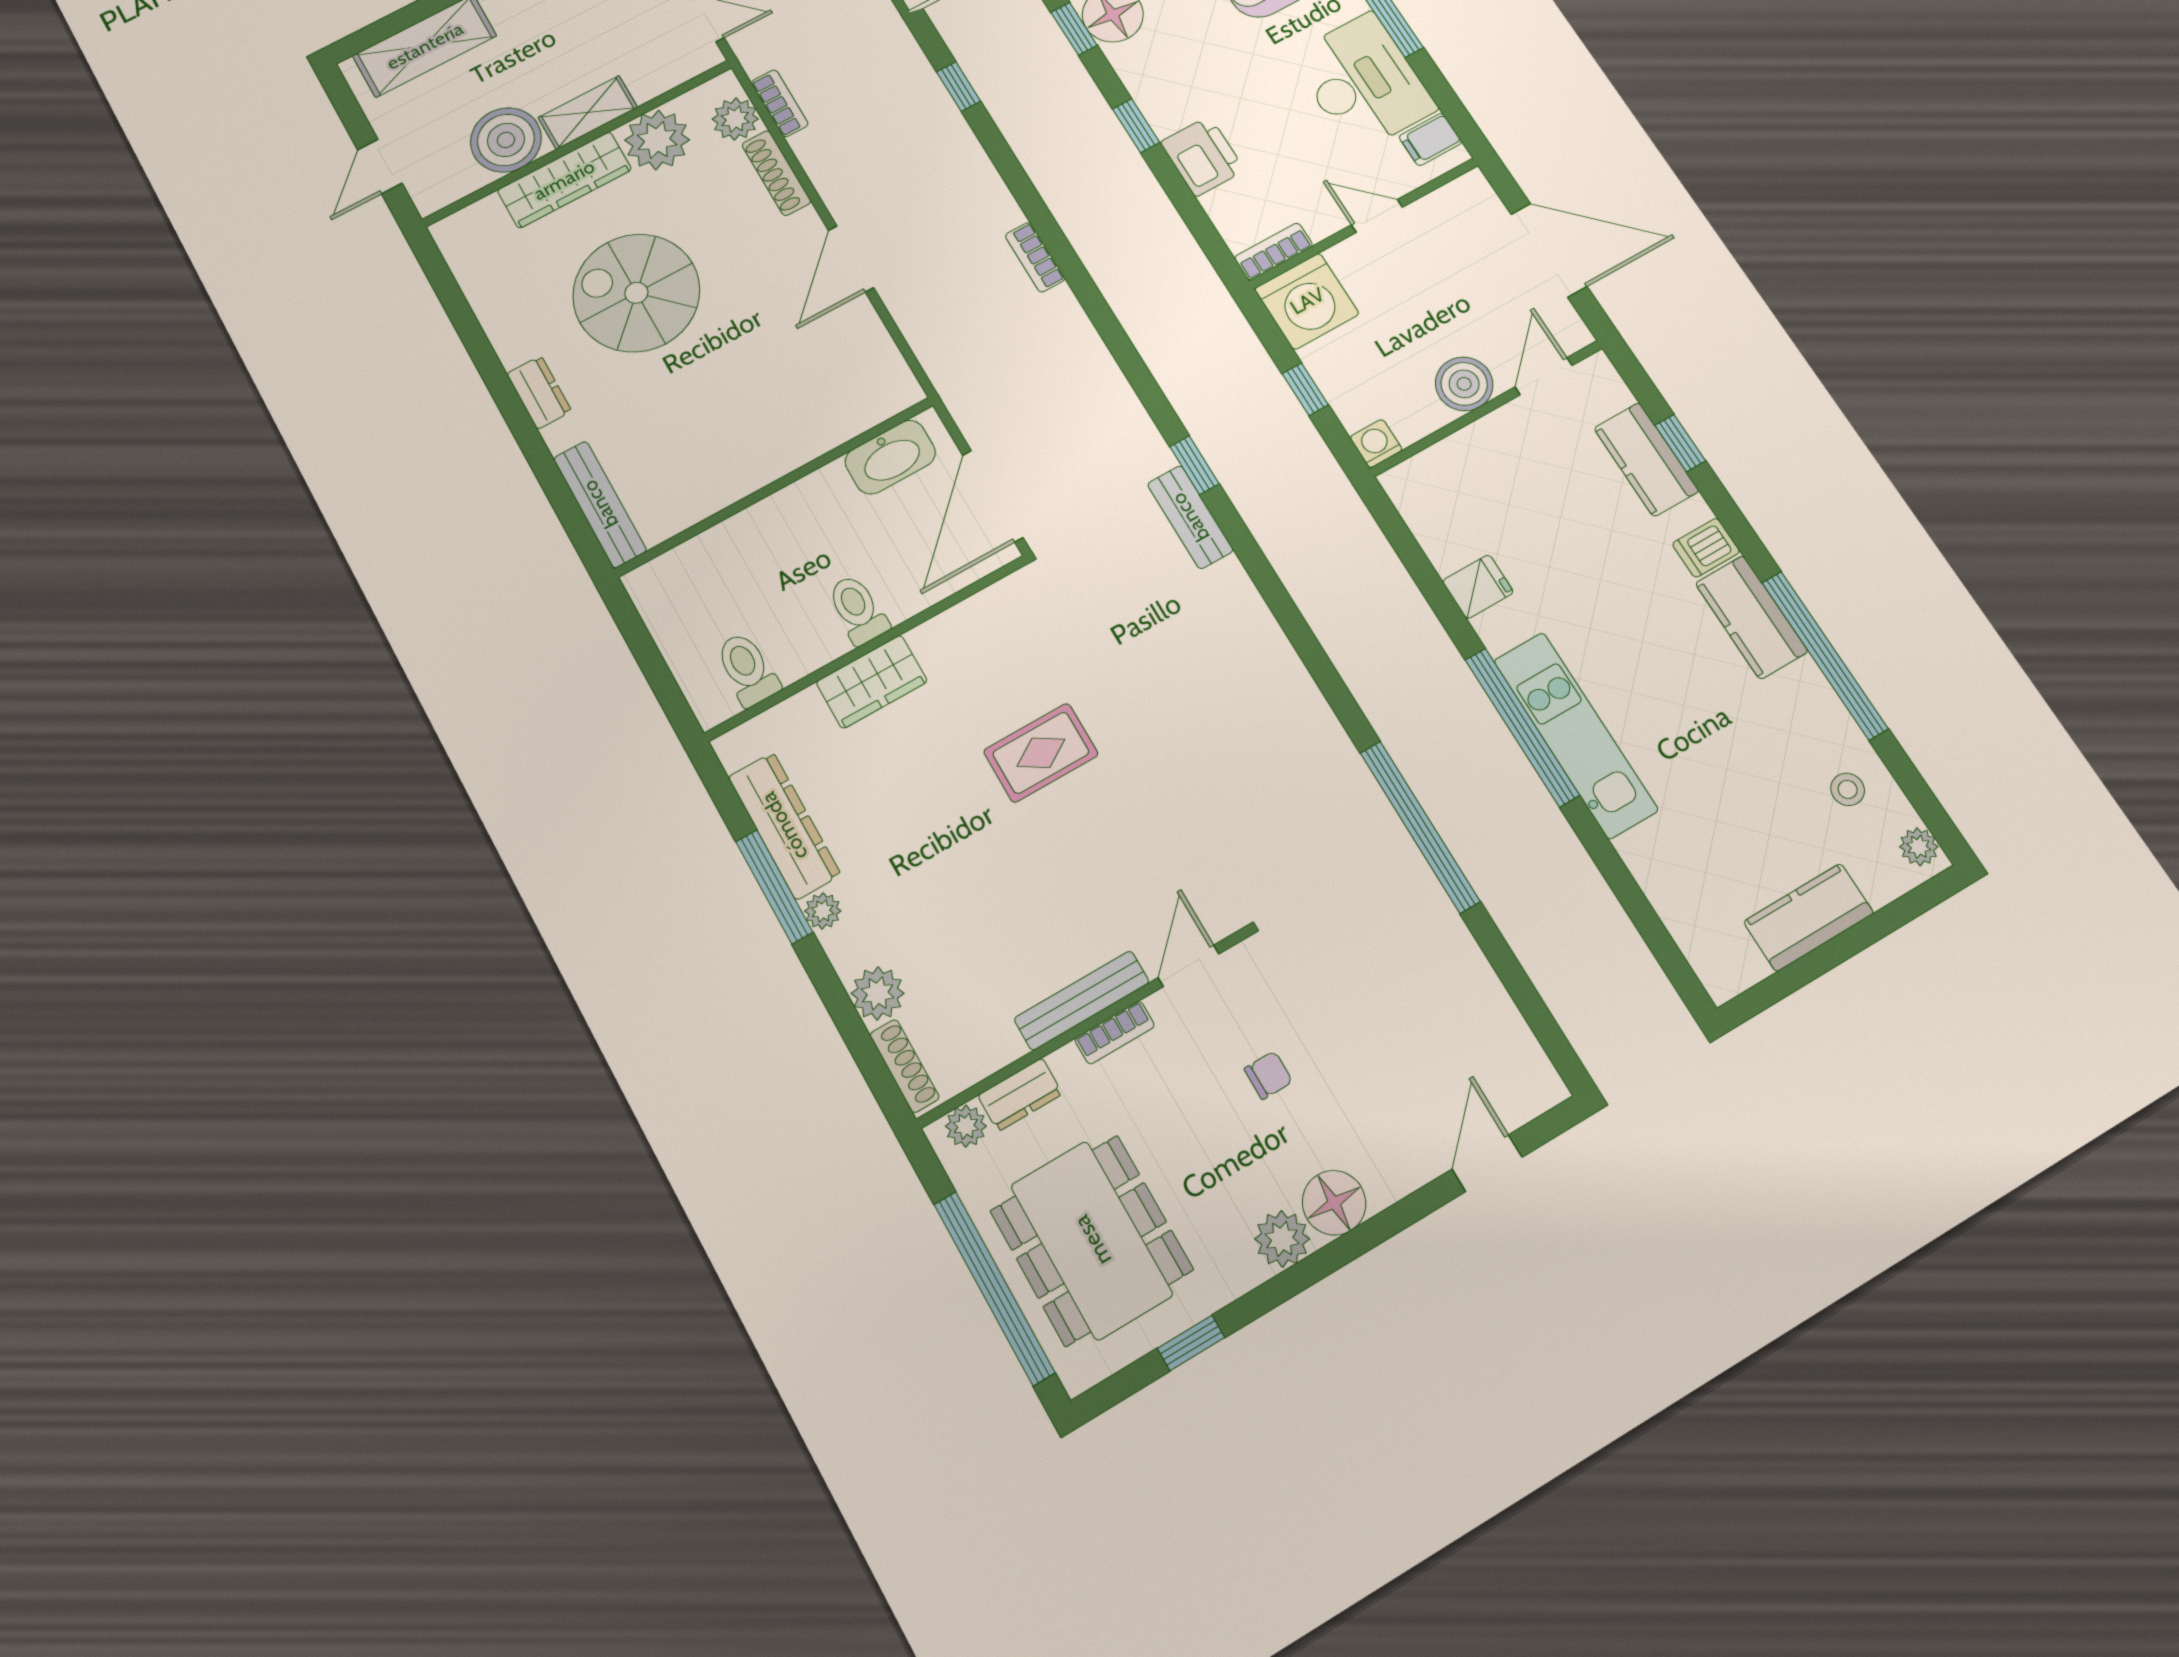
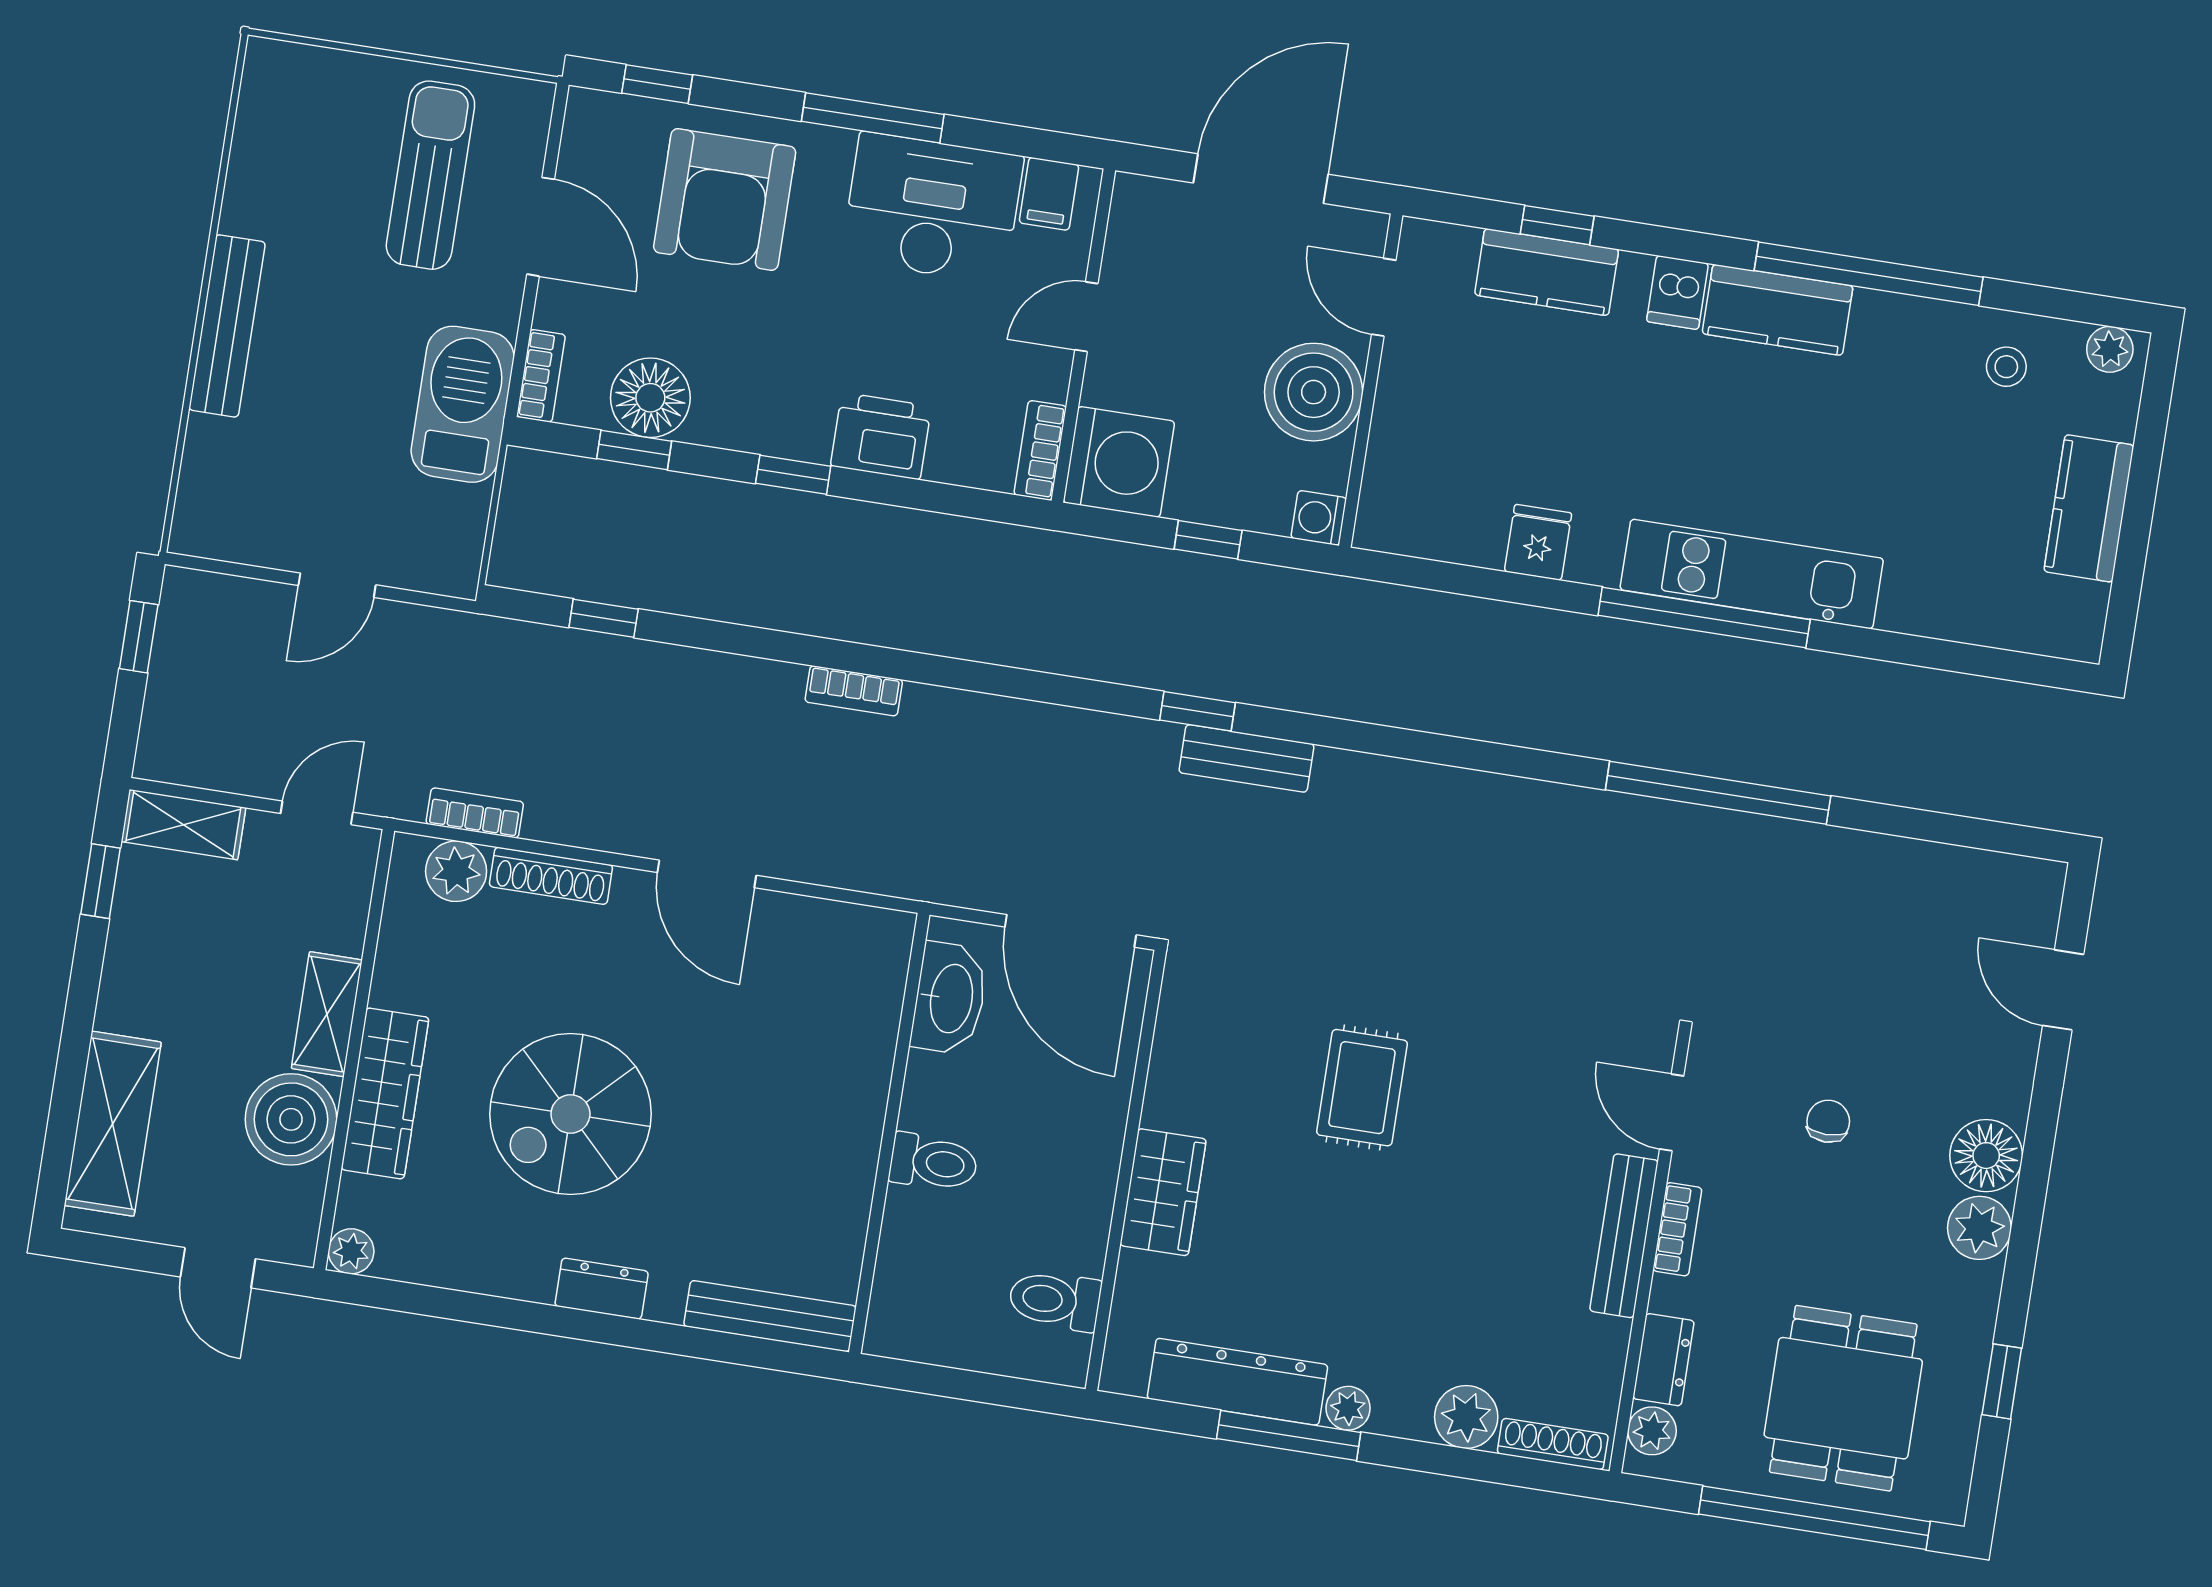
plant: (657, 140) -> (351, 1251), moved, width x0.53, depth x0.53
boiler: (1464, 384) -> (1314, 392), width x1.37, depth x1.37
toilet: (858, 610) -> (933, 1162), moved, turned 180
dining table: (1092, 1240) -> (1843, 1398), width x0.73

